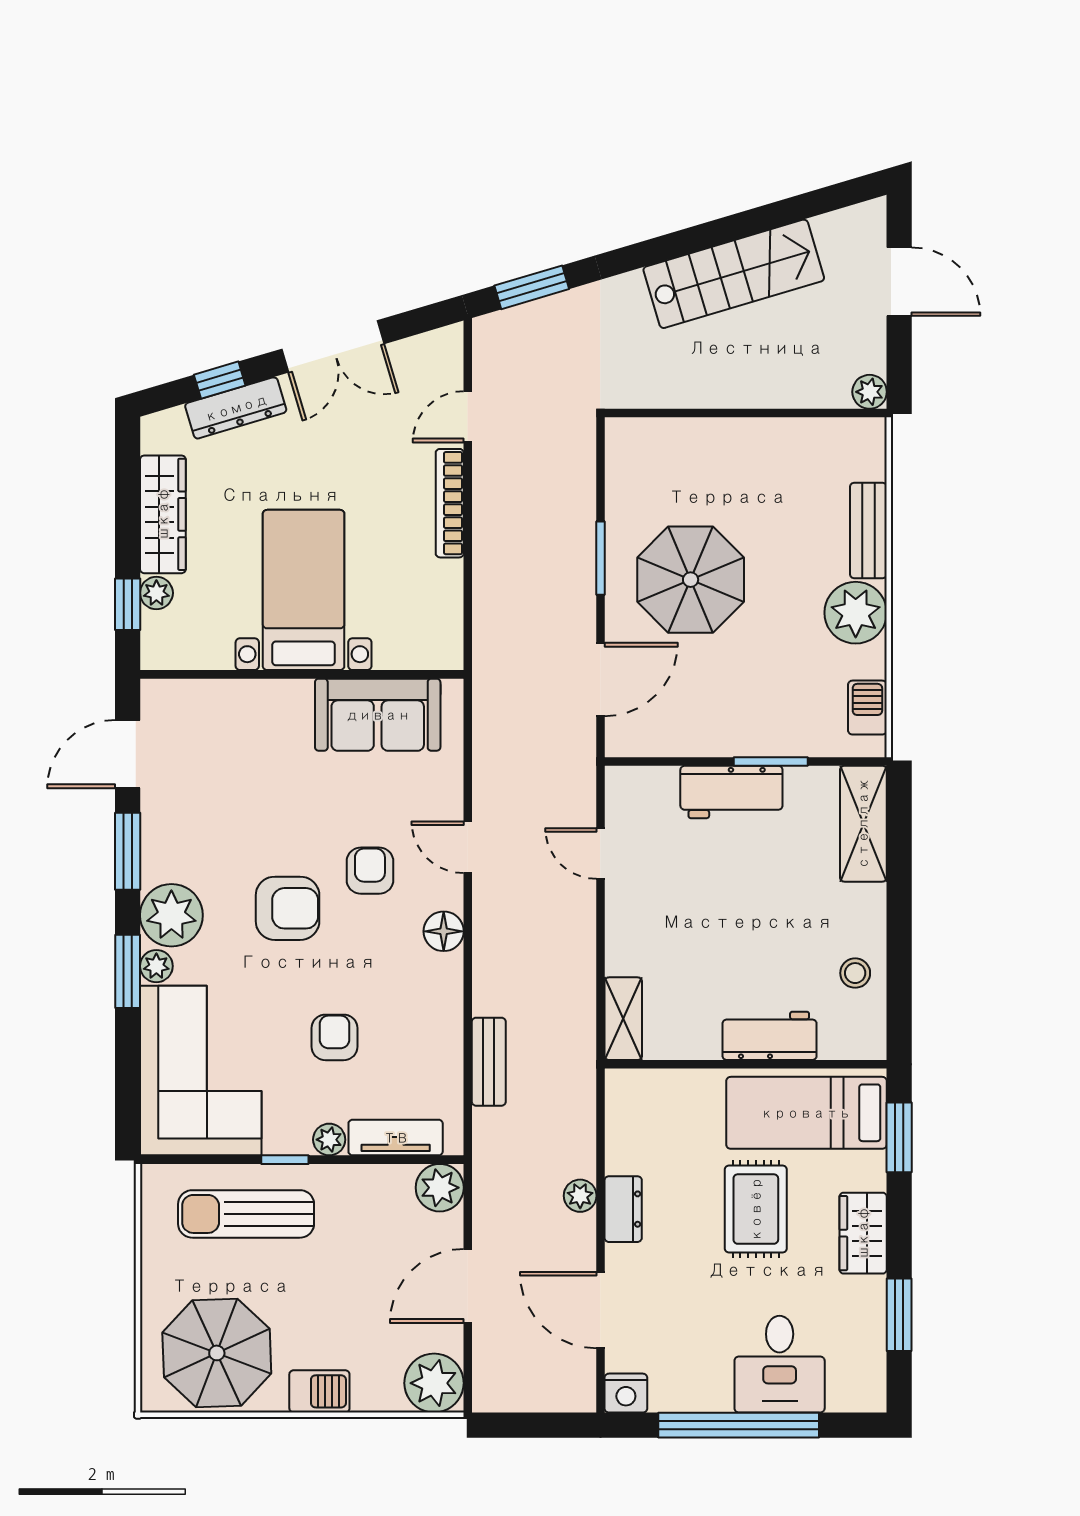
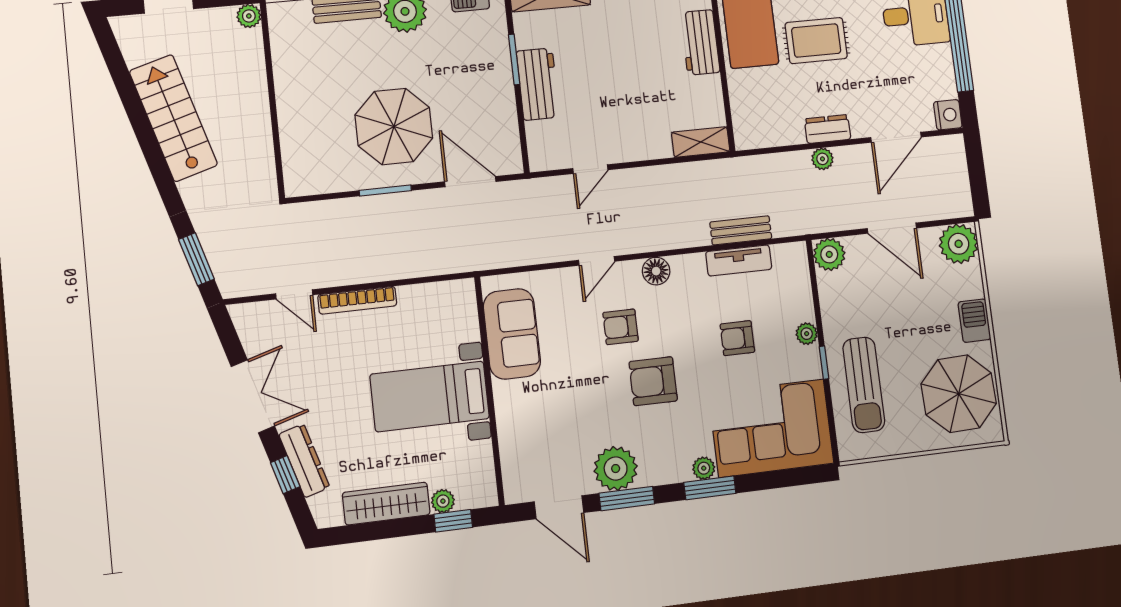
armchair: (288, 908) -> (653, 381), turned -90
plant: (171, 915) -> (616, 469), moved
tv unit: (396, 1138) -> (739, 260), moved, turned -90

